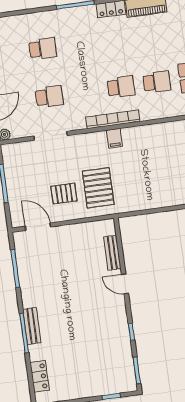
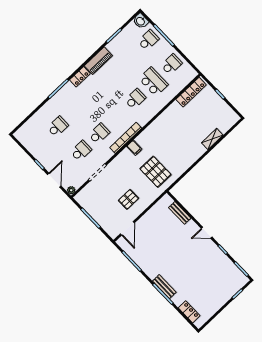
school desk: (121, 87) -> (99, 134), moved
pallet: (98, 188) -> (155, 172), moved
door: (38, 227) -> (127, 228), swing flipped
door: (125, 284) -> (207, 233), moved

